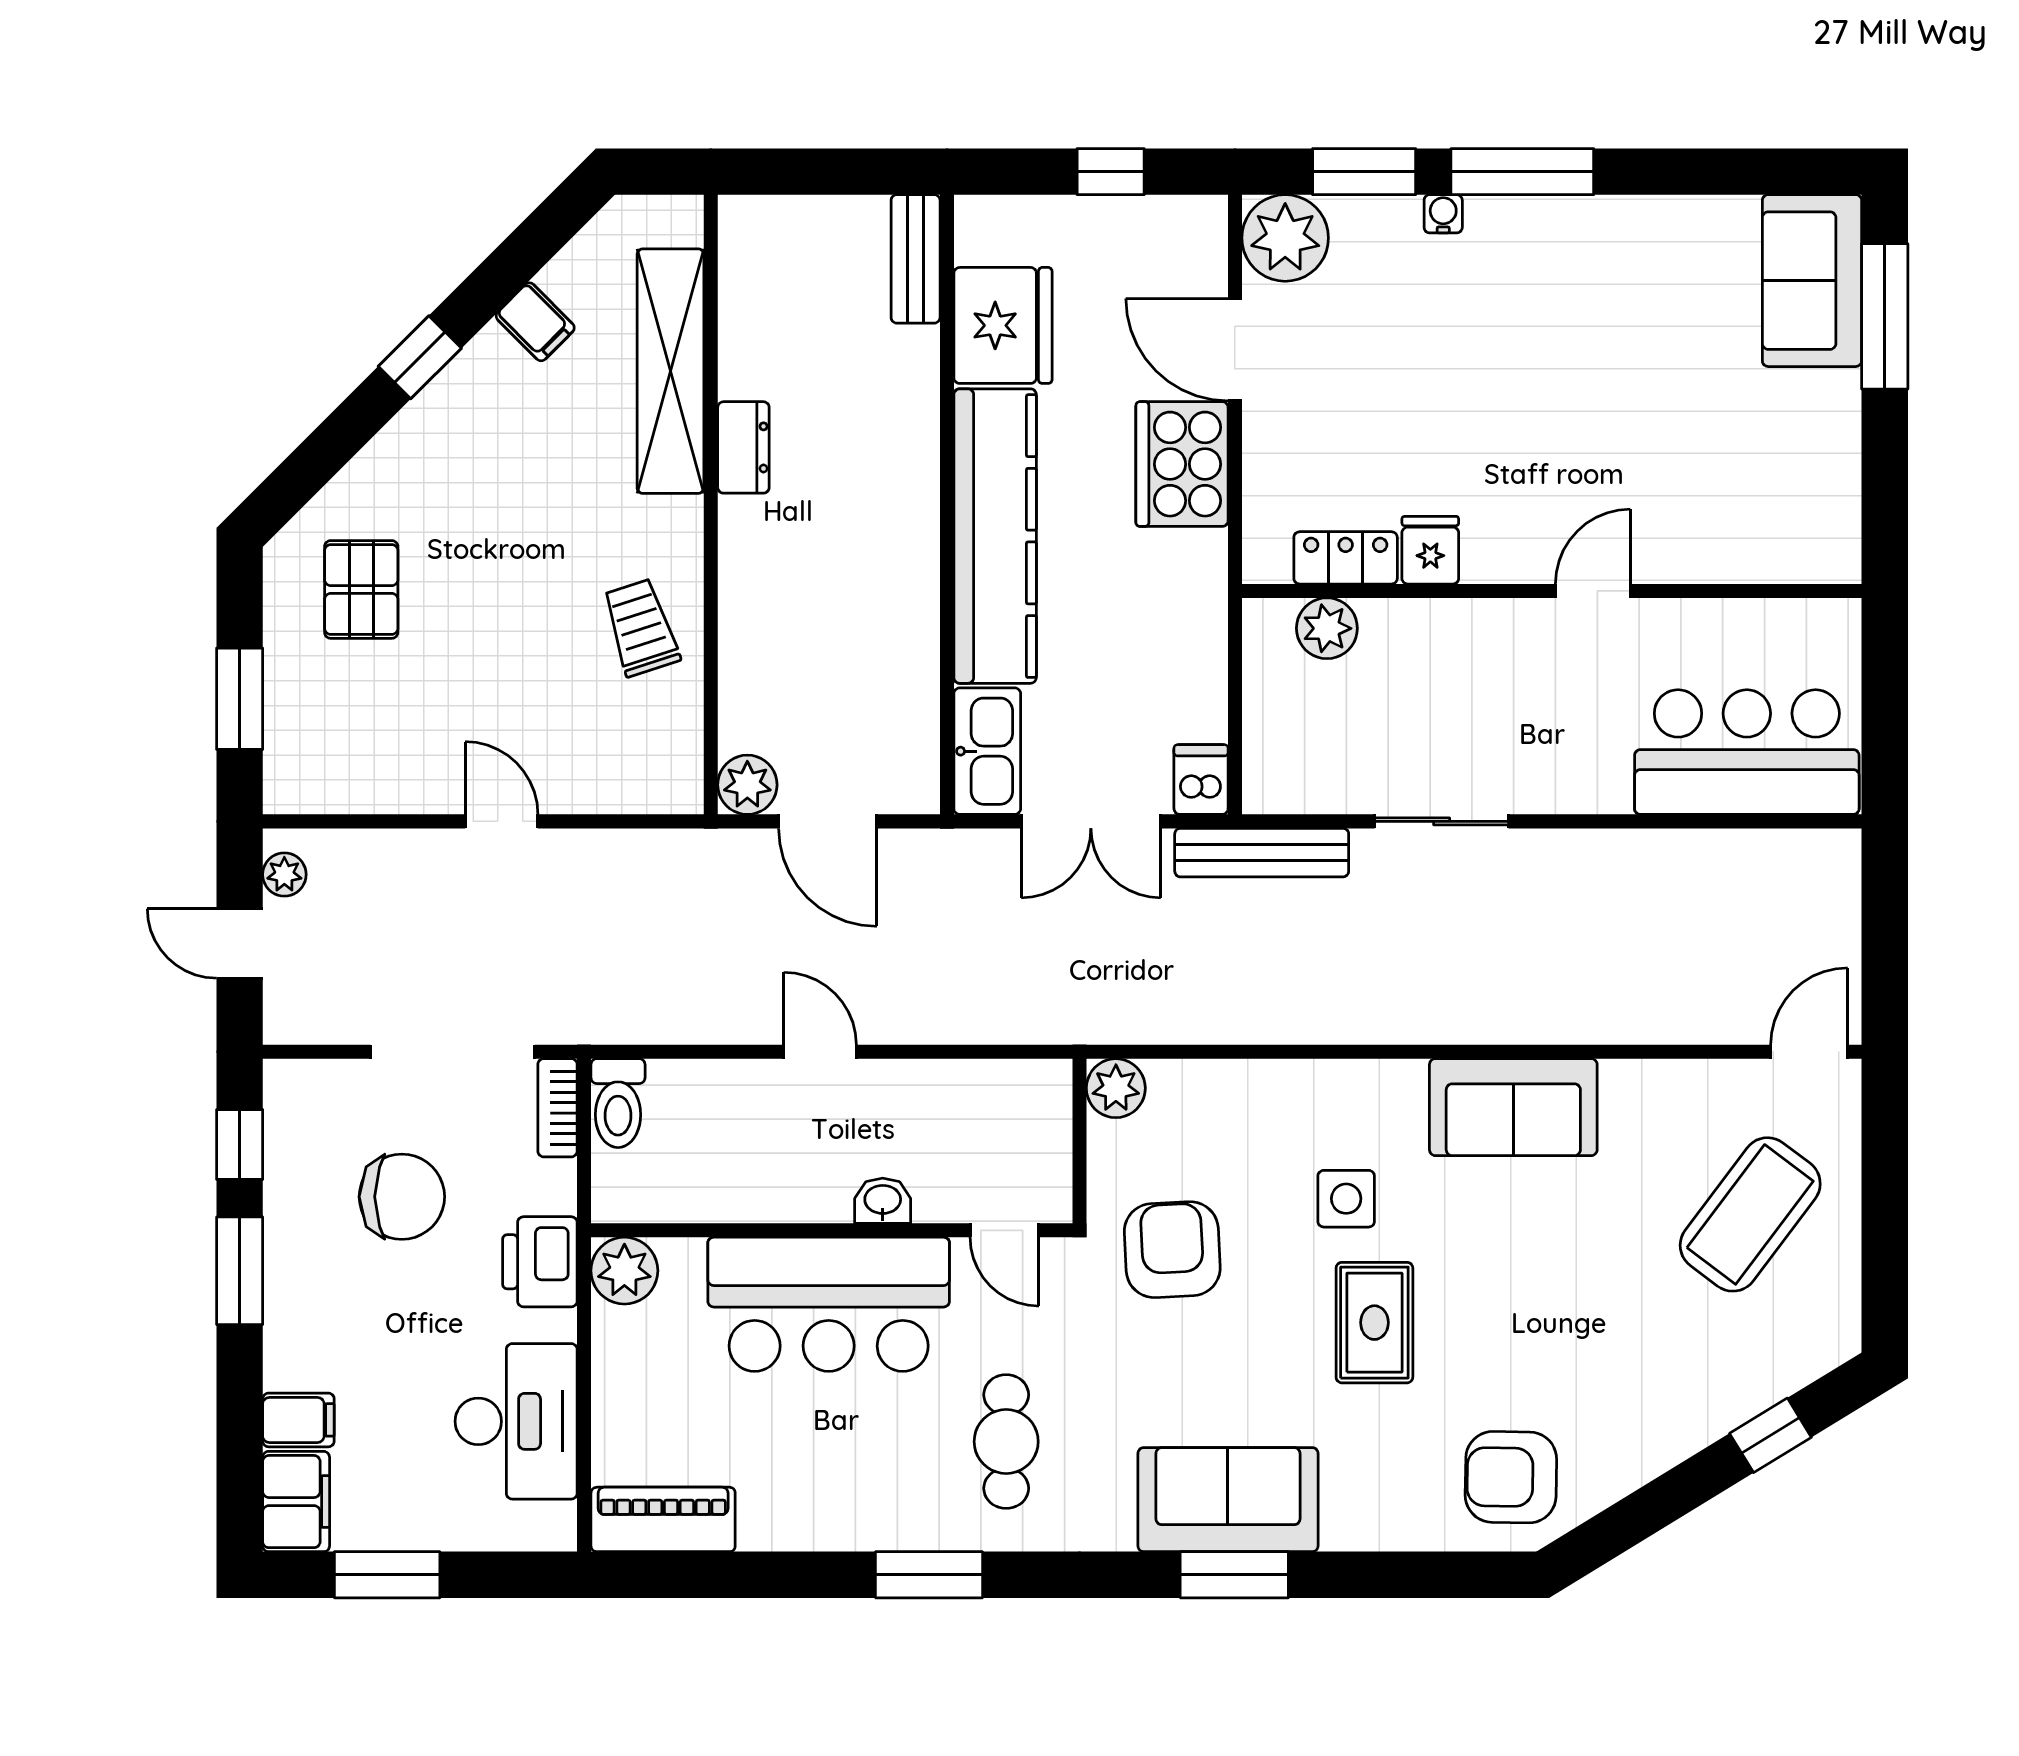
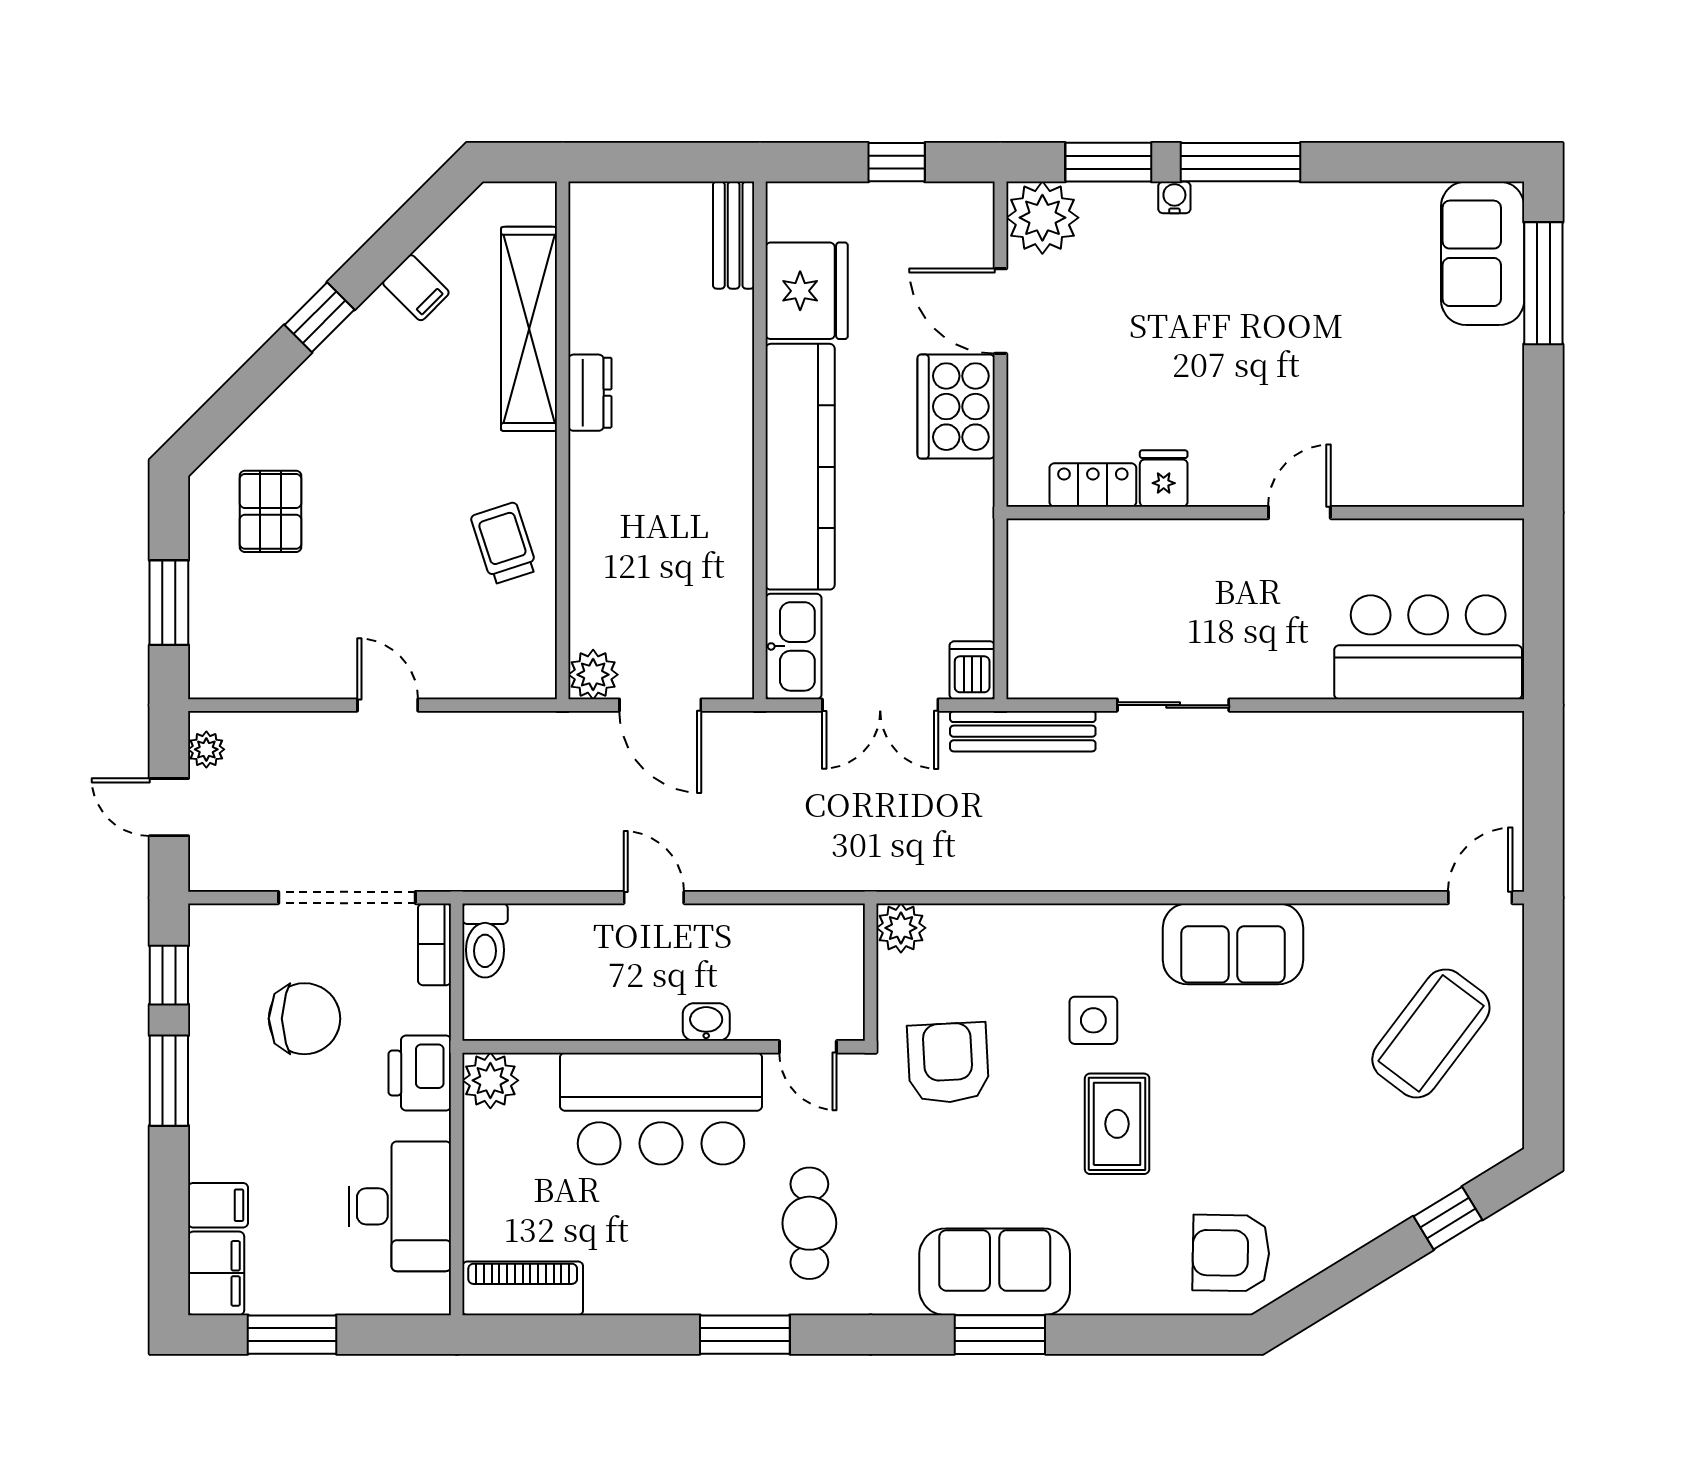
plant: (1327, 628) -> (1077, 544), removed

